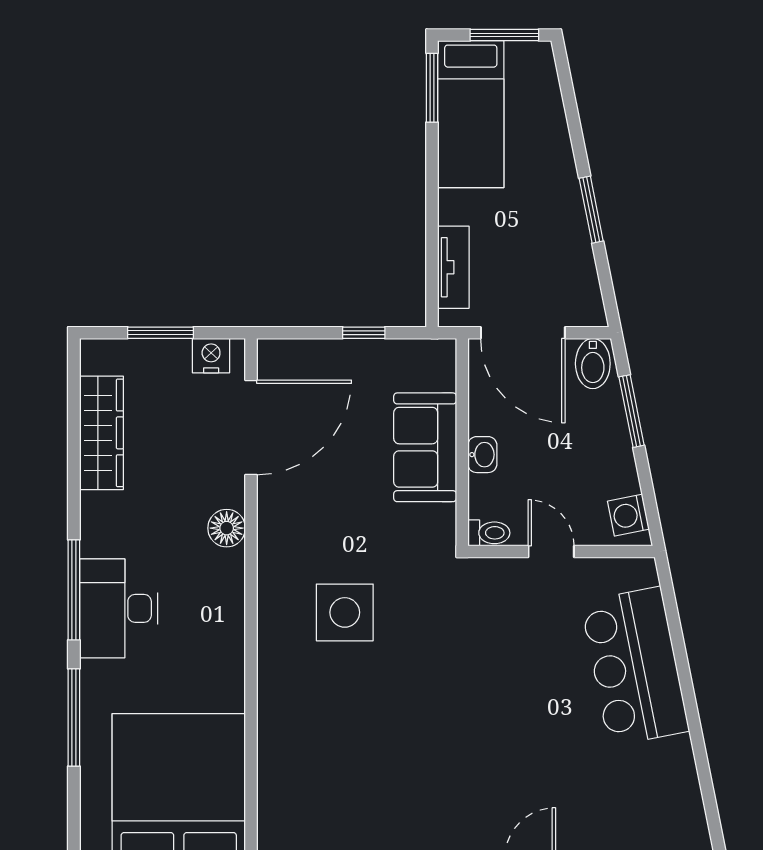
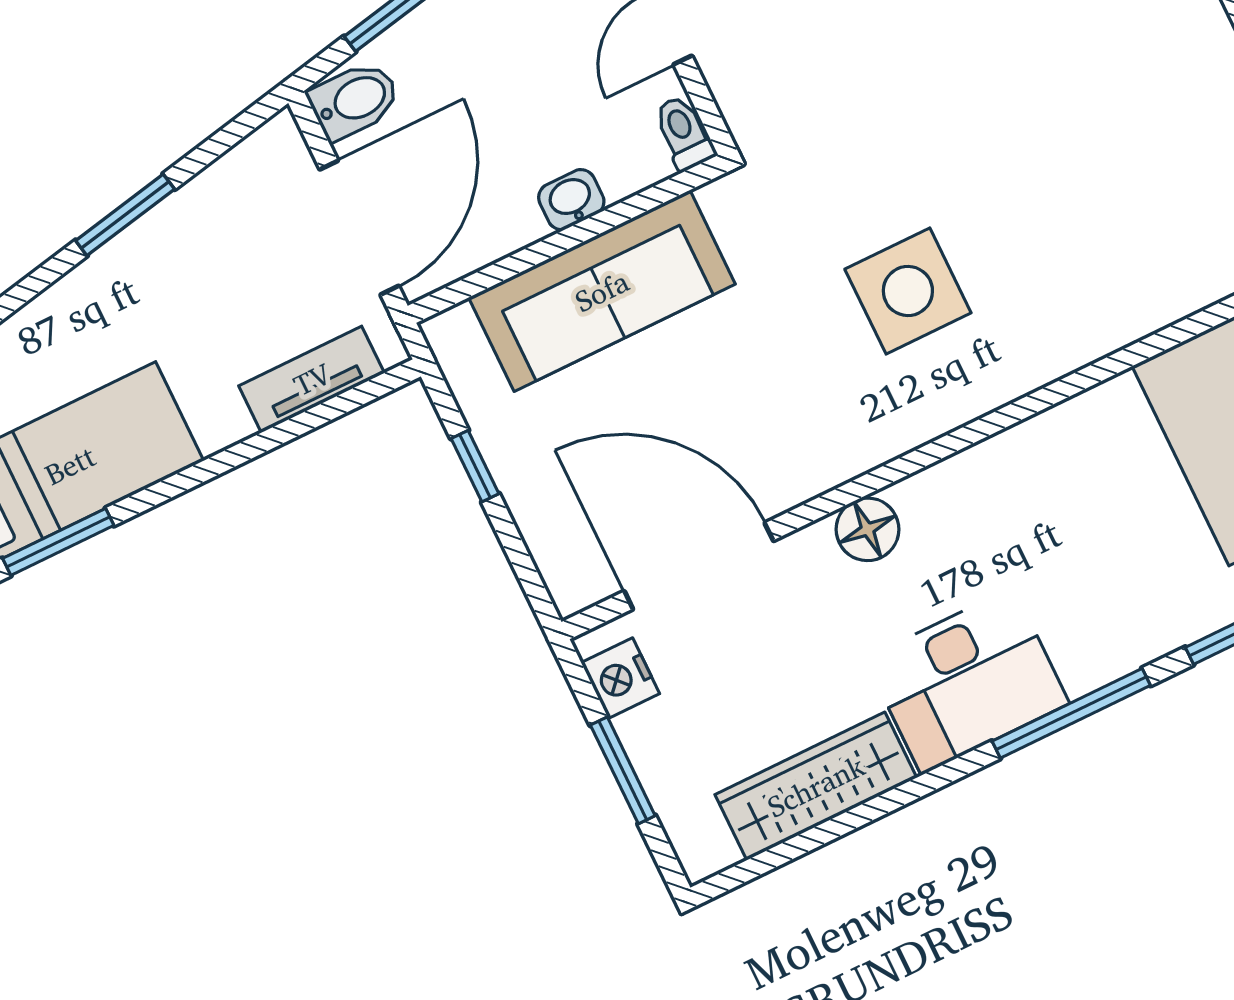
sofa: (425, 447) -> (602, 291), width x1.36
desk: (119, 608) -> (967, 681), moved

